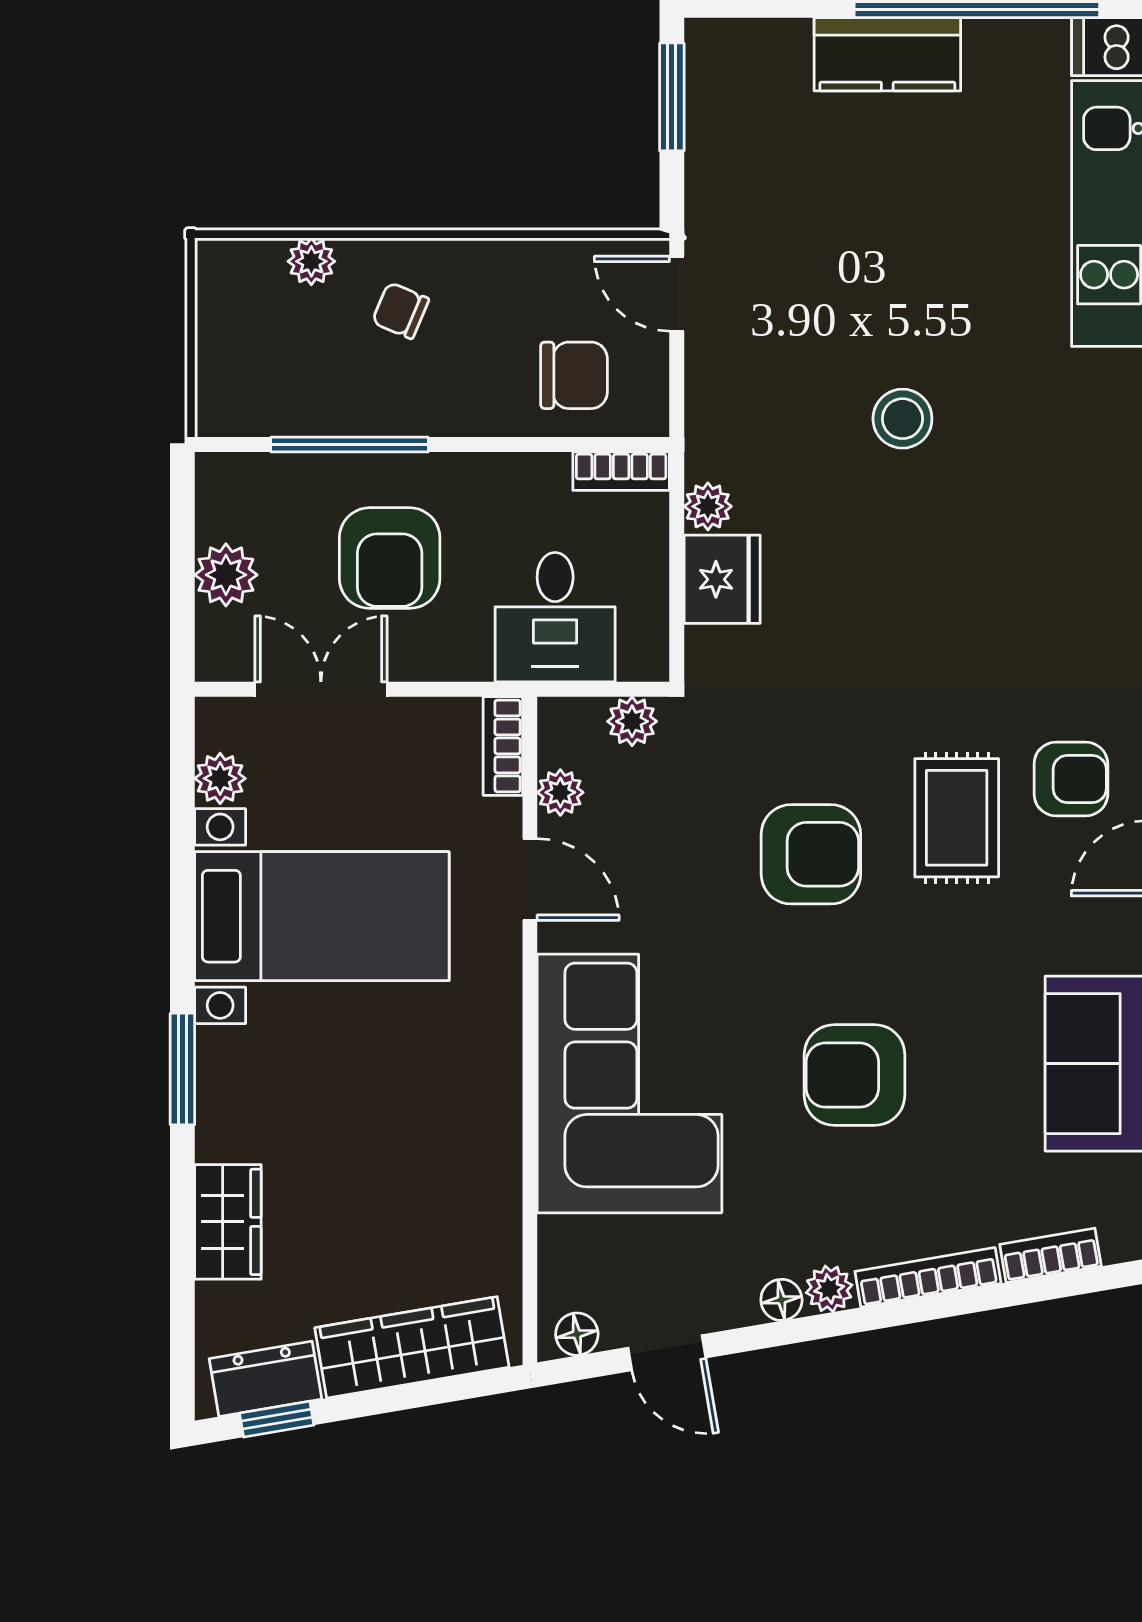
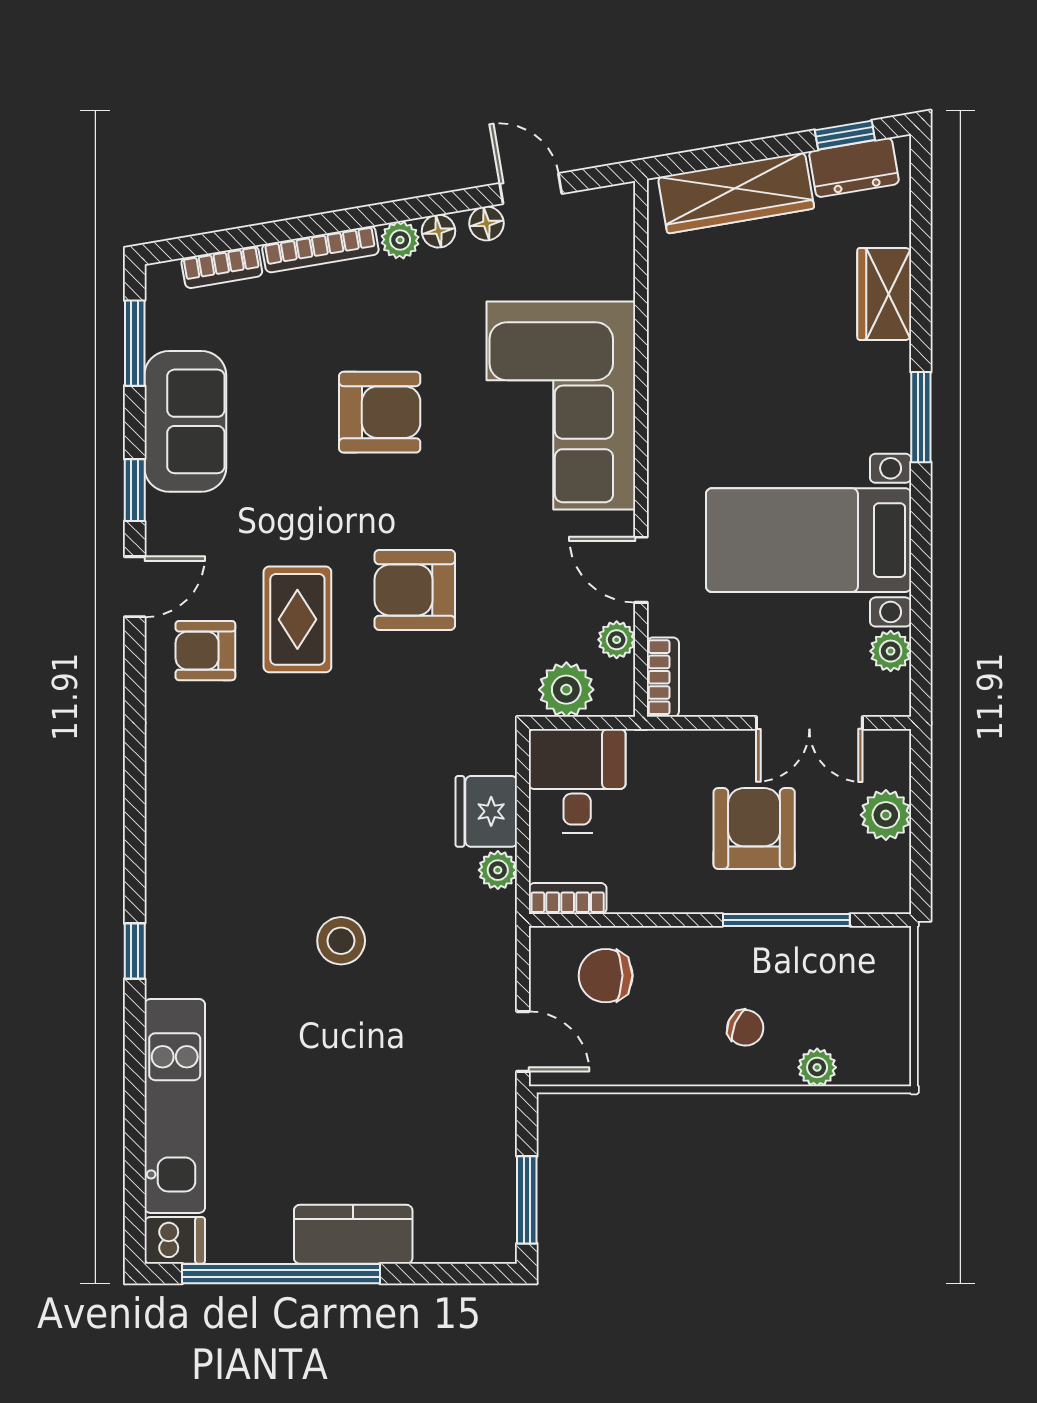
desk: (555, 617) -> (577, 781), moved
plant: (632, 721) -> (566, 690), width x1.38, depth x1.38
floor lamp: (577, 1334) -> (486, 223), moved

